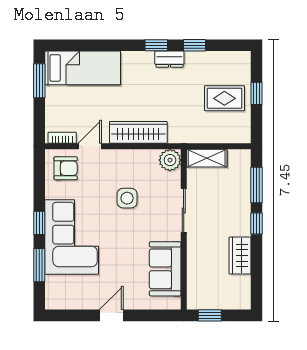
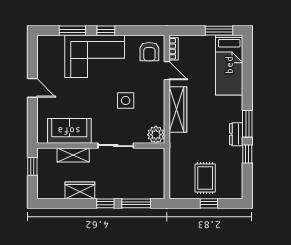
window: (156, 45) -> (247, 124), width x1.50
shelving: (207, 158) -> (73, 155), moved, turned 90

